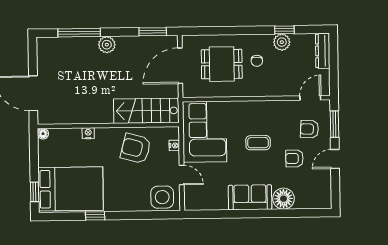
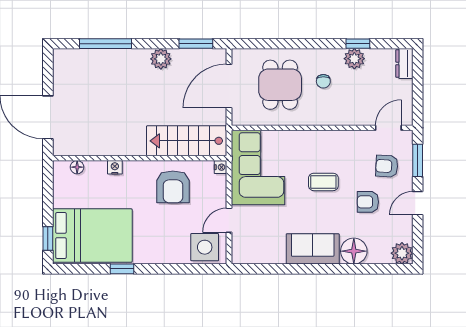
plant: (107, 45) -> (161, 59), moved
dresser: (323, 51) -> (404, 63), width x0.70
dining table: (222, 64) -> (280, 85), turned 90
floor lamp: (43, 134) -> (77, 167), moved
nightstand: (174, 145) -> (221, 167), moved
armchair: (136, 148) -> (173, 187), turned -105
door: (182, 175) -> (229, 220), swing flipped
plant: (323, 200) -> (402, 253), added

